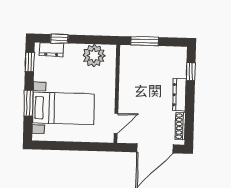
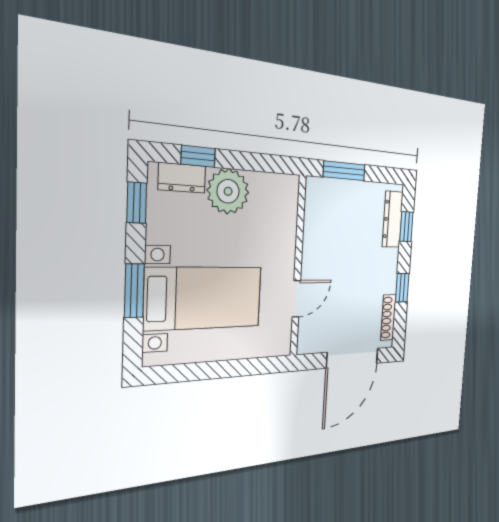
plant: (94, 56) -> (228, 191), moved
dresser: (179, 95) -> (393, 219), moved
window: (190, 108) -> (402, 288), added
door: (116, 123) -> (296, 299), moved

